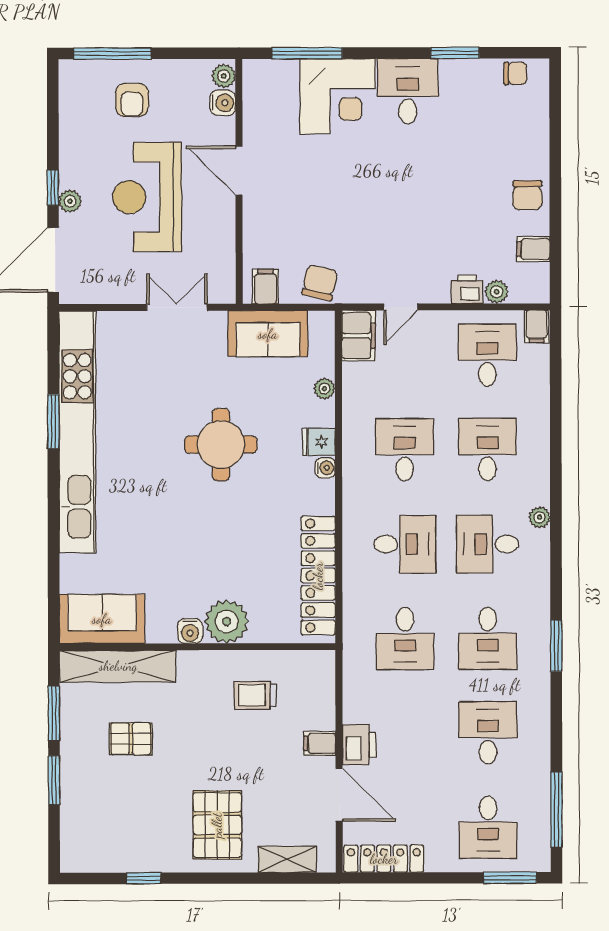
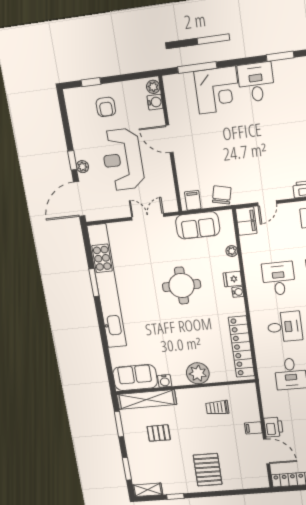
window: (112, 53) -> (91, 82), width x0.46
water cooler: (190, 631) -> (165, 381), moved
window: (54, 780) -> (127, 469), moved
shelving: (287, 859) -> (148, 490), moved

